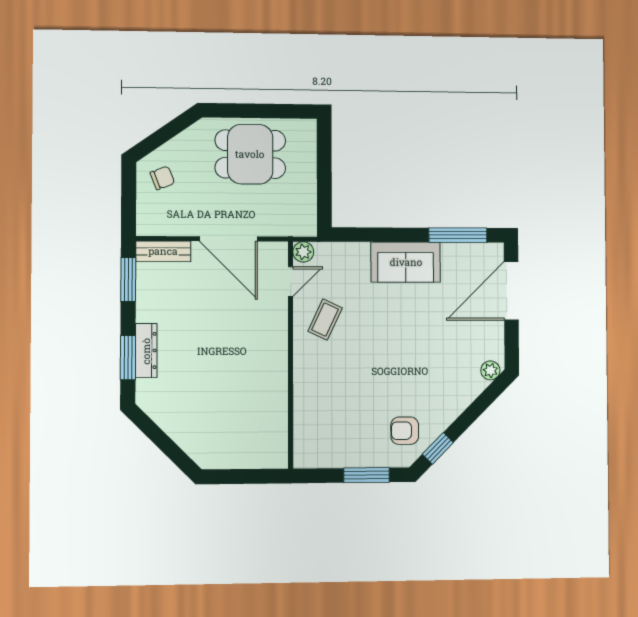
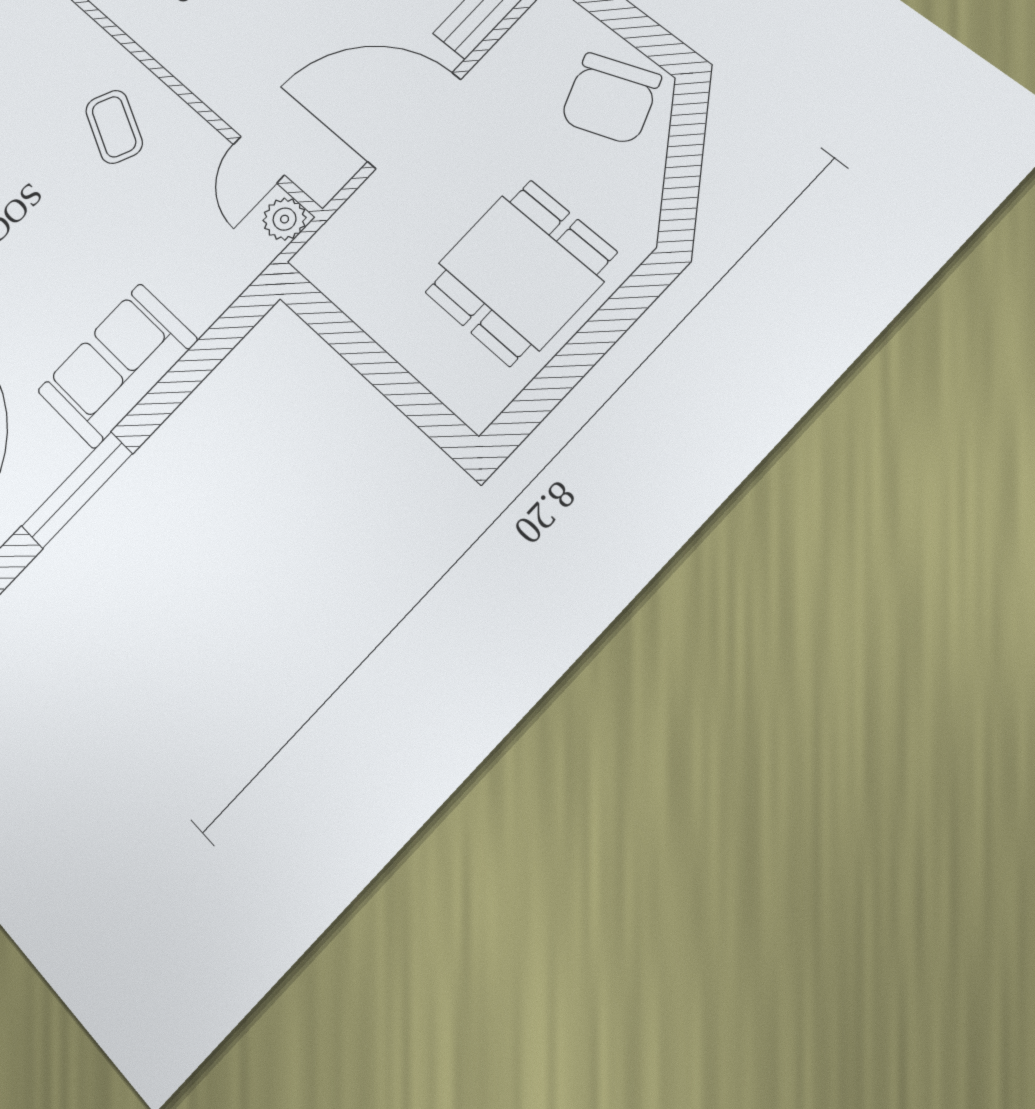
chair: (162, 178) -> (611, 98), width x1.87, depth x1.87
coffee table: (325, 320) -> (114, 127), moved

